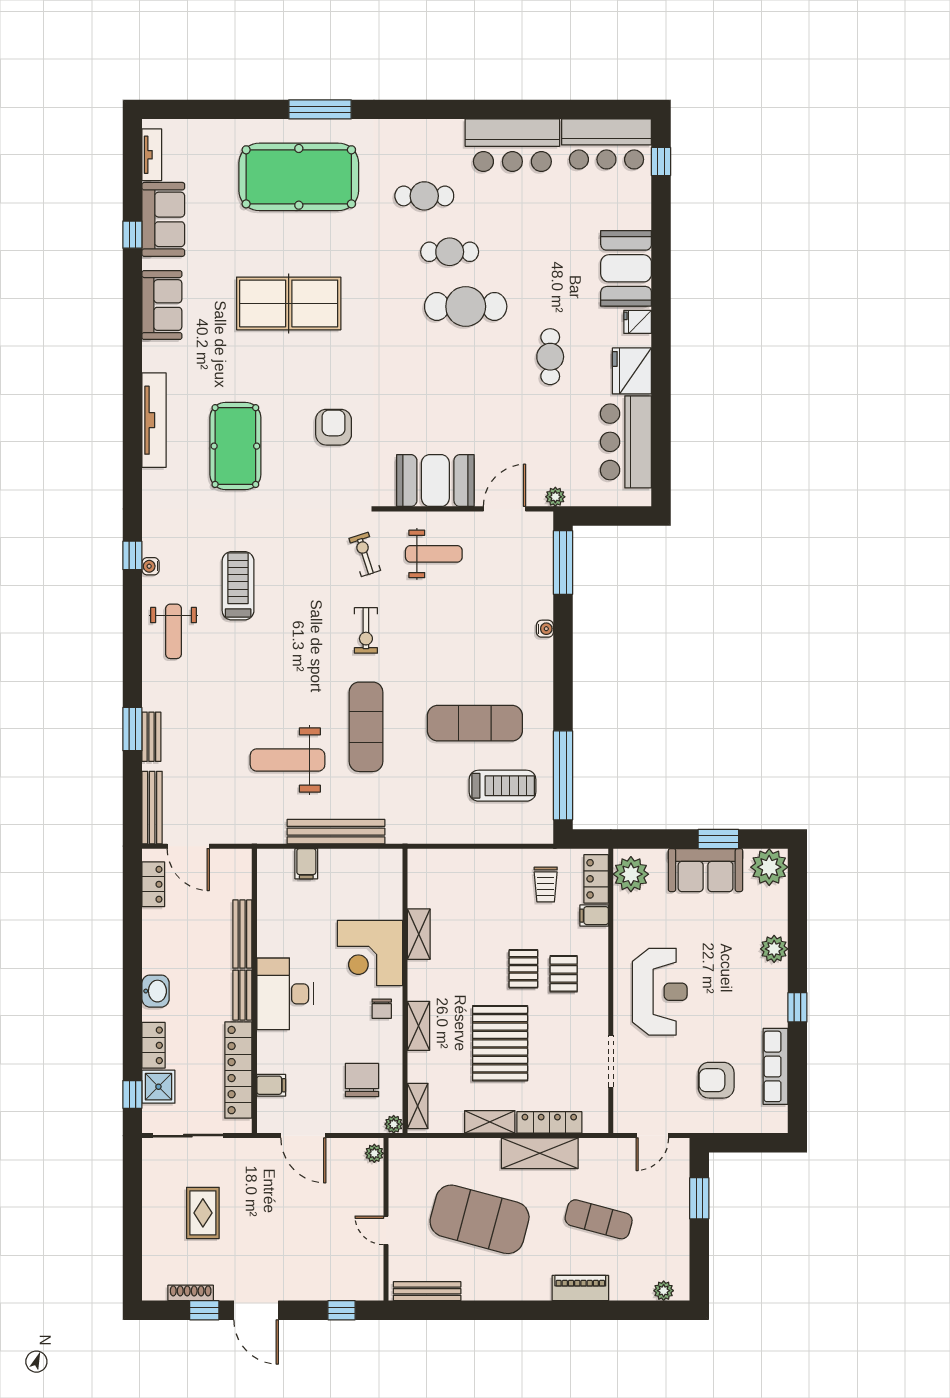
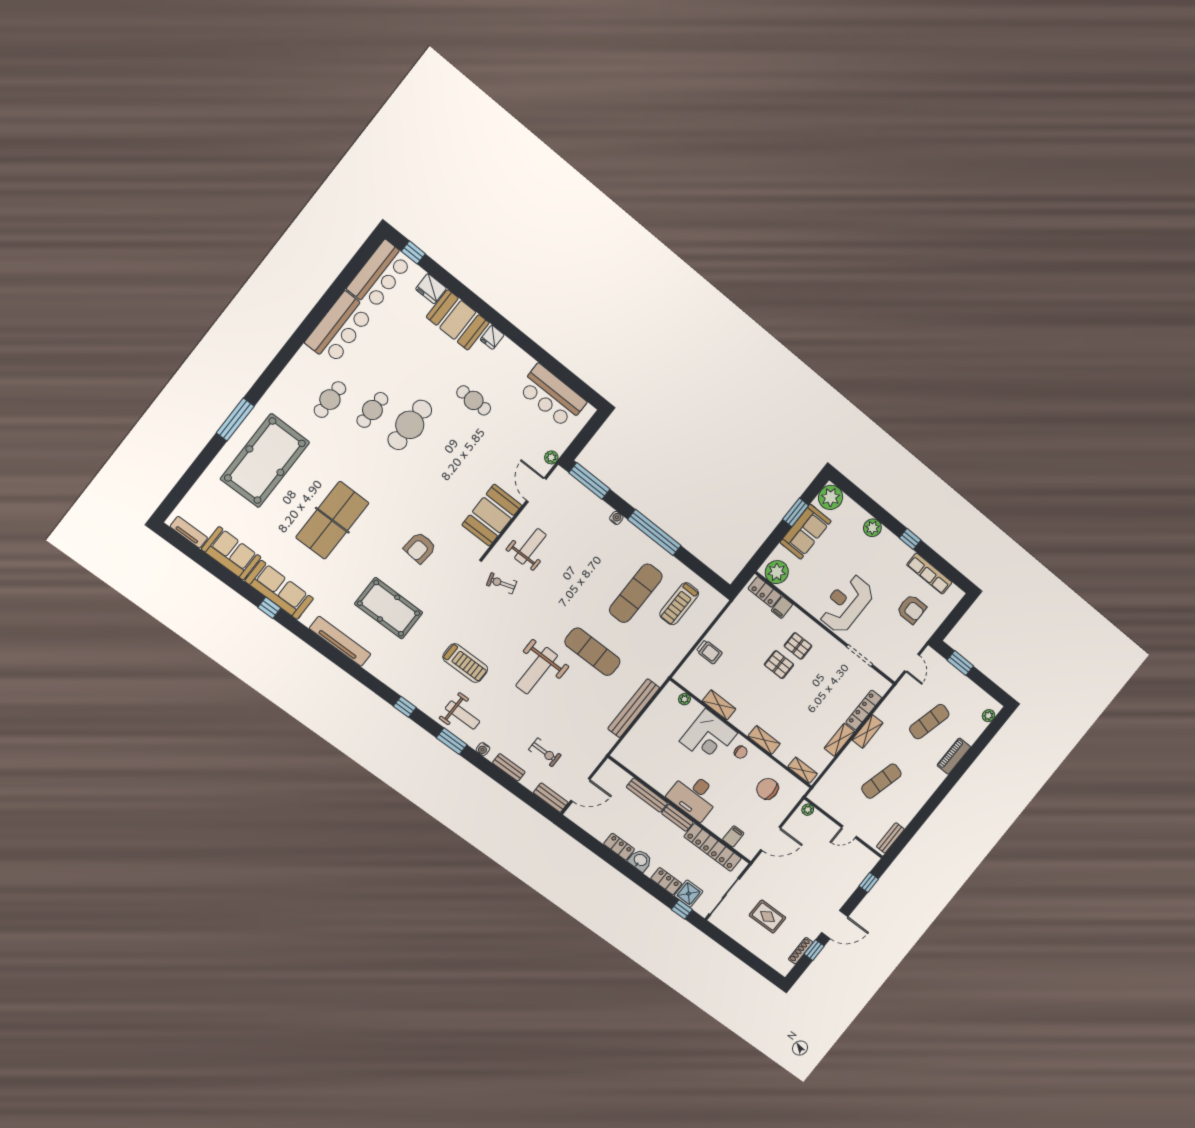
window: (132, 235) -> (269, 608), moved
sofa: (162, 305) -> (279, 590), width x1.36
fridge: (632, 371) -> (431, 289), moved, width x0.73, depth x0.75
armchair: (334, 427) -> (420, 548), turned -85
water cooler: (151, 566) -> (483, 749), moved
treadmill: (238, 586) -> (465, 663), turned 180
exercise bike: (366, 630) -> (545, 752), moved
window: (132, 729) -> (452, 741), moved
weight bench: (288, 760) -> (537, 671), moved
window: (563, 775) -> (654, 533), moved
treadmill: (502, 786) -> (679, 604), turned 180
bench: (152, 808) -> (551, 798), width x0.73
filing cabinet: (306, 864) -> (638, 736), removed
locker: (153, 884) -> (619, 847), moved
trolley: (546, 885) -> (709, 652), moved
reception desk: (660, 992) -> (846, 604), turned -90
pallet: (500, 1043) -> (806, 705), removed
armchair: (716, 1080) -> (912, 609), turned -90
plant: (394, 1124) -> (684, 699), moved
shelving: (540, 1153) -> (868, 731), width x0.67, depth x0.75
exercise mat: (480, 1219) -> (881, 781), width x0.50, depth x0.69
bench: (427, 1291) -> (890, 838), width x0.73

